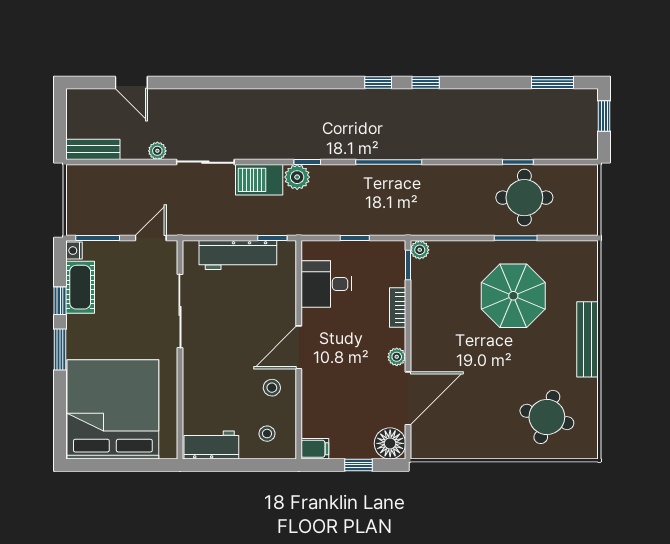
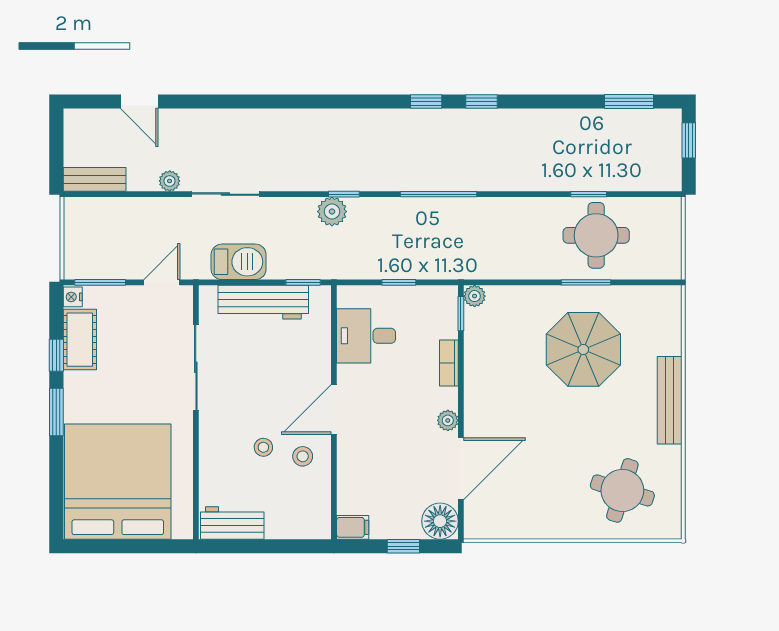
barbecue: (259, 180) -> (239, 262), moved, turned 180
stool: (267, 434) -> (263, 447), moved

